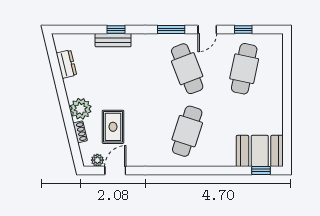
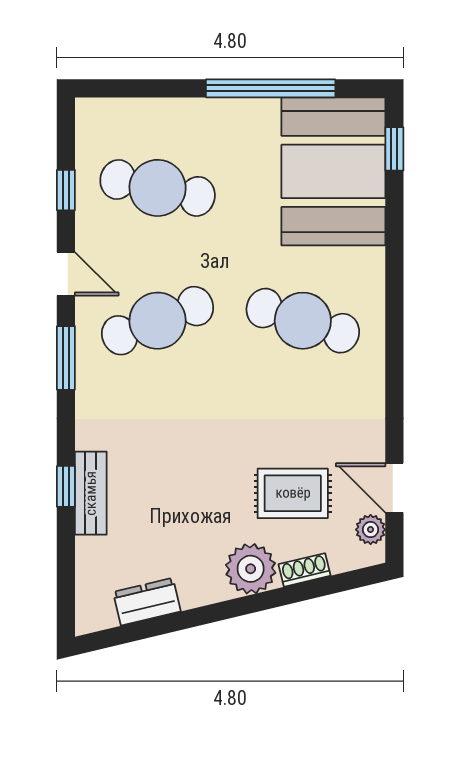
window: (287, 117) -> (271, 88), added
booth: (260, 151) -> (333, 171), width x1.36, depth x1.42

